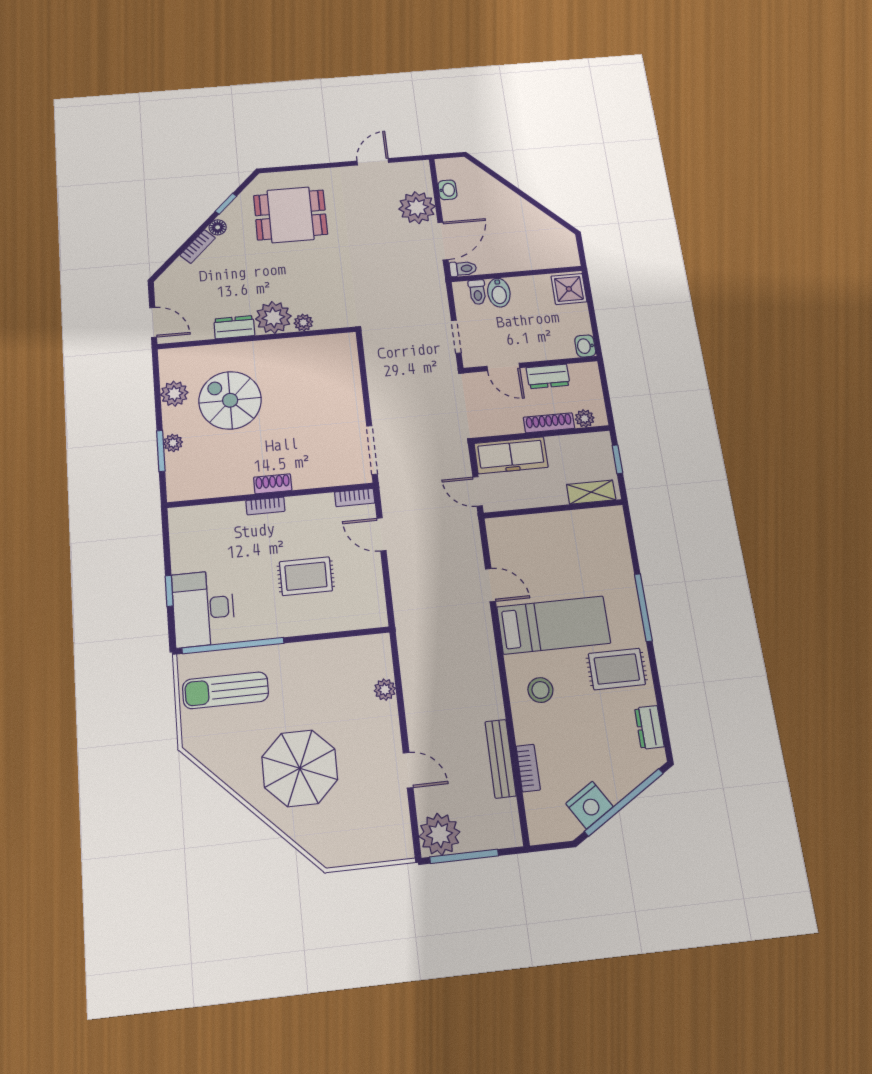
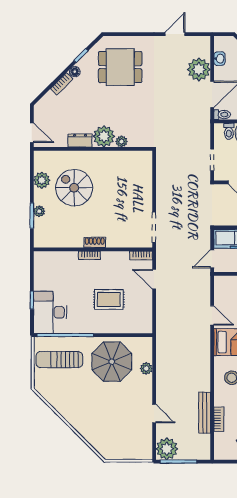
door: (478, 491) -> (212, 259), hinge flipped
parasol: (300, 768) -> (112, 362), moved

